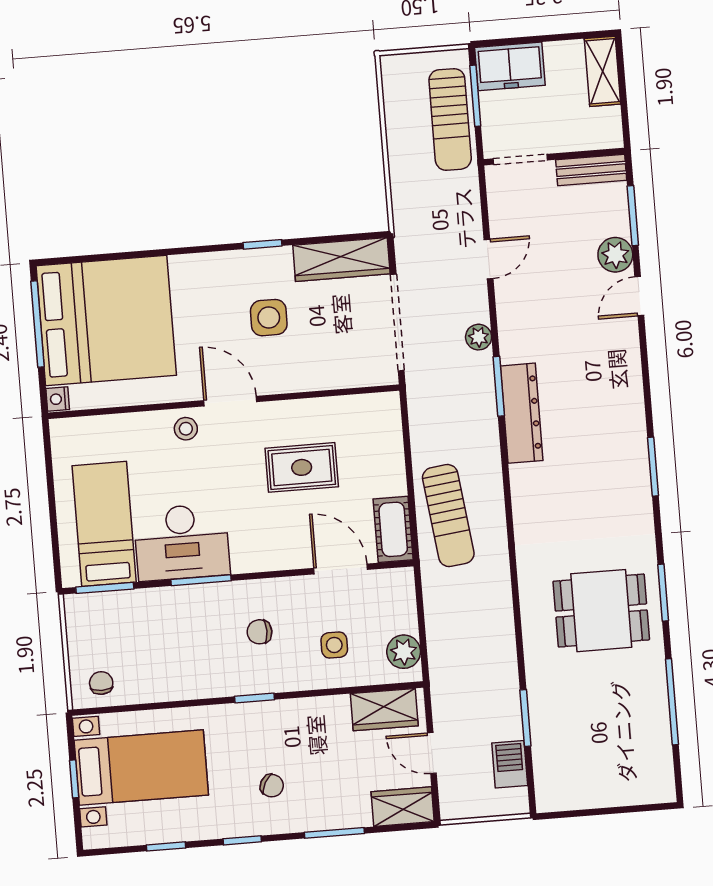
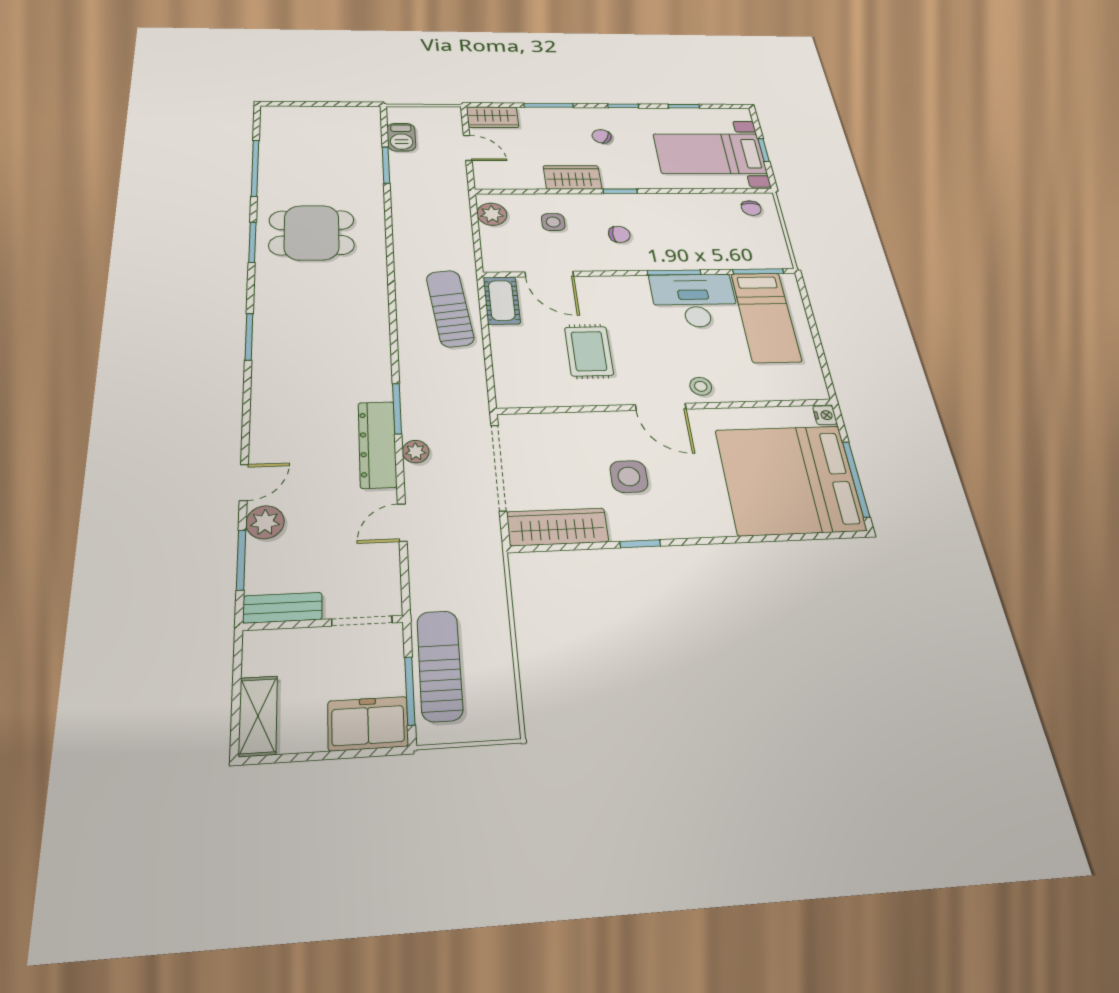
dresser: (522, 413) -> (377, 444), moved
rug: (302, 467) -> (589, 351), turned 90
wardrobe: (384, 710) -> (572, 177), moved

